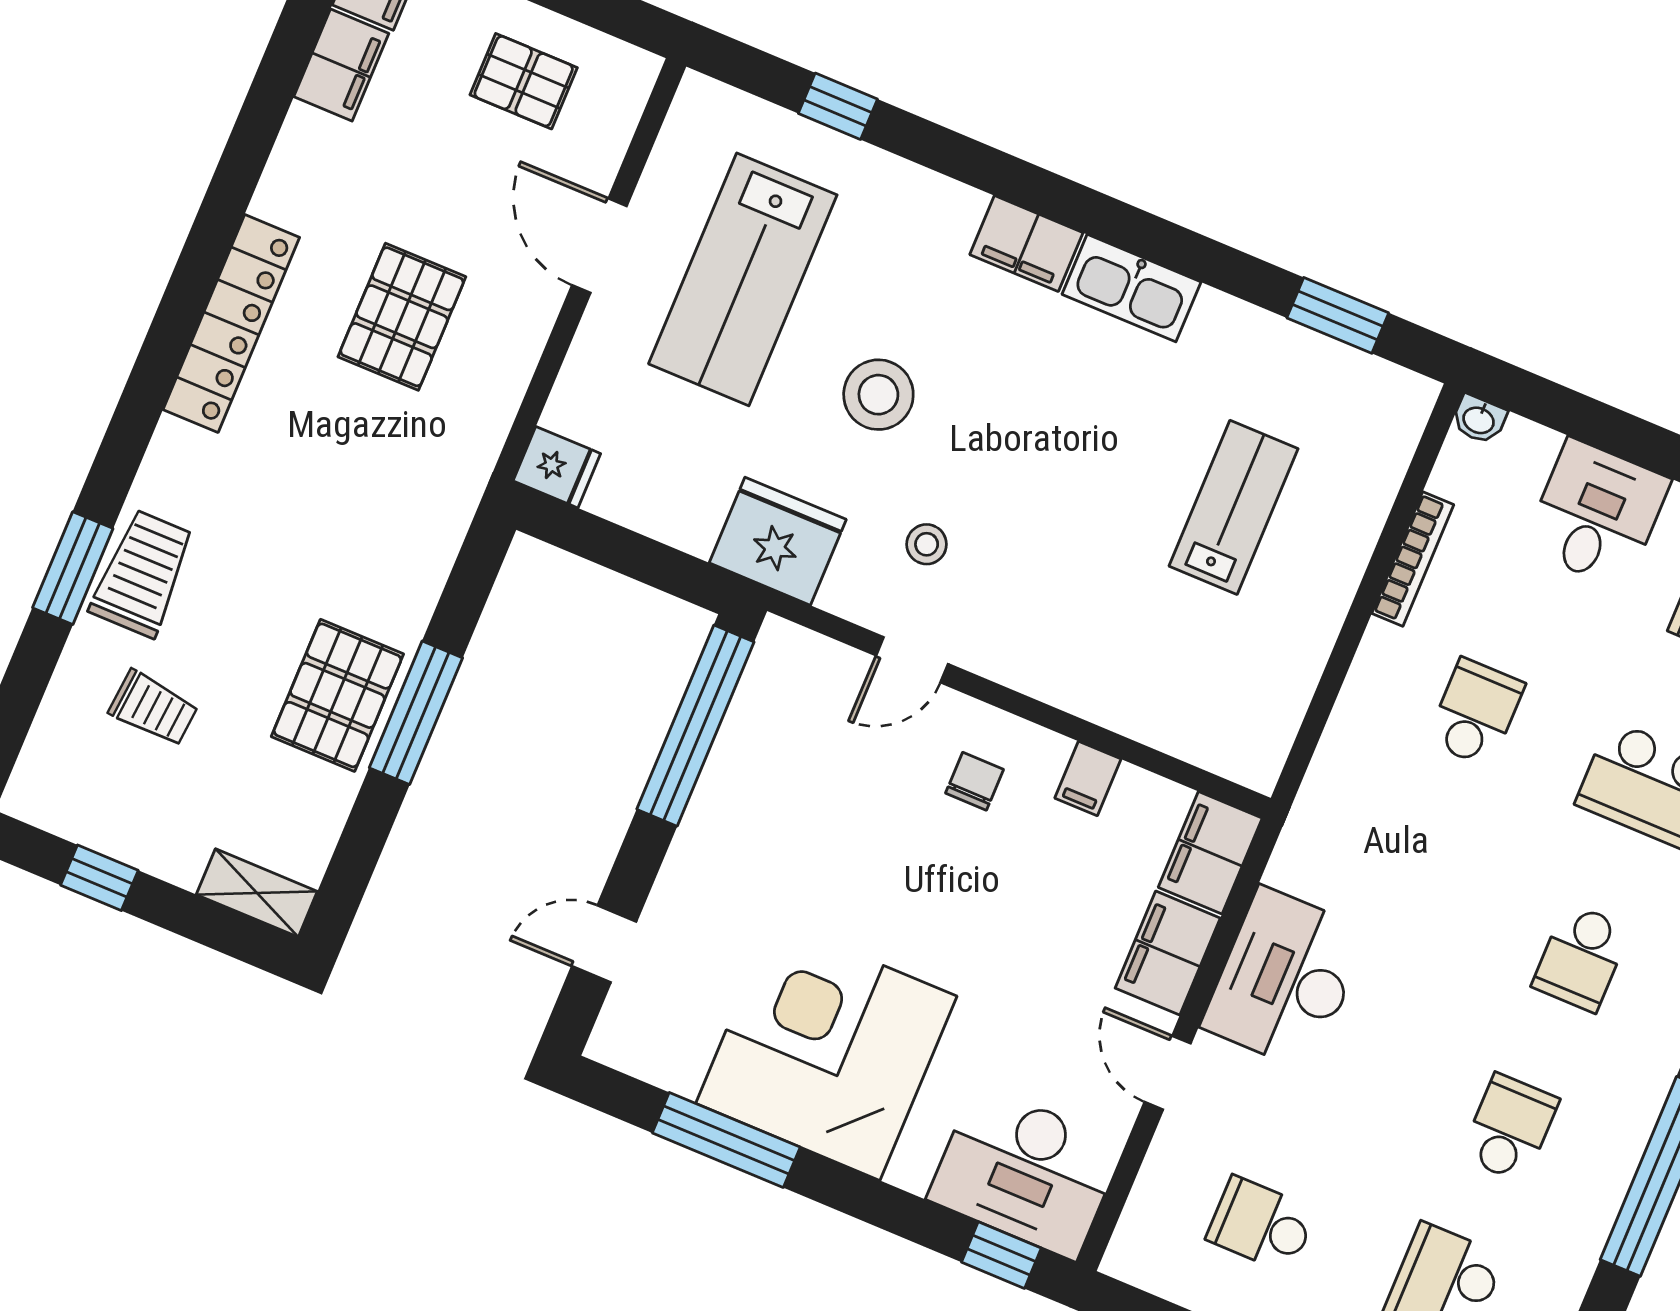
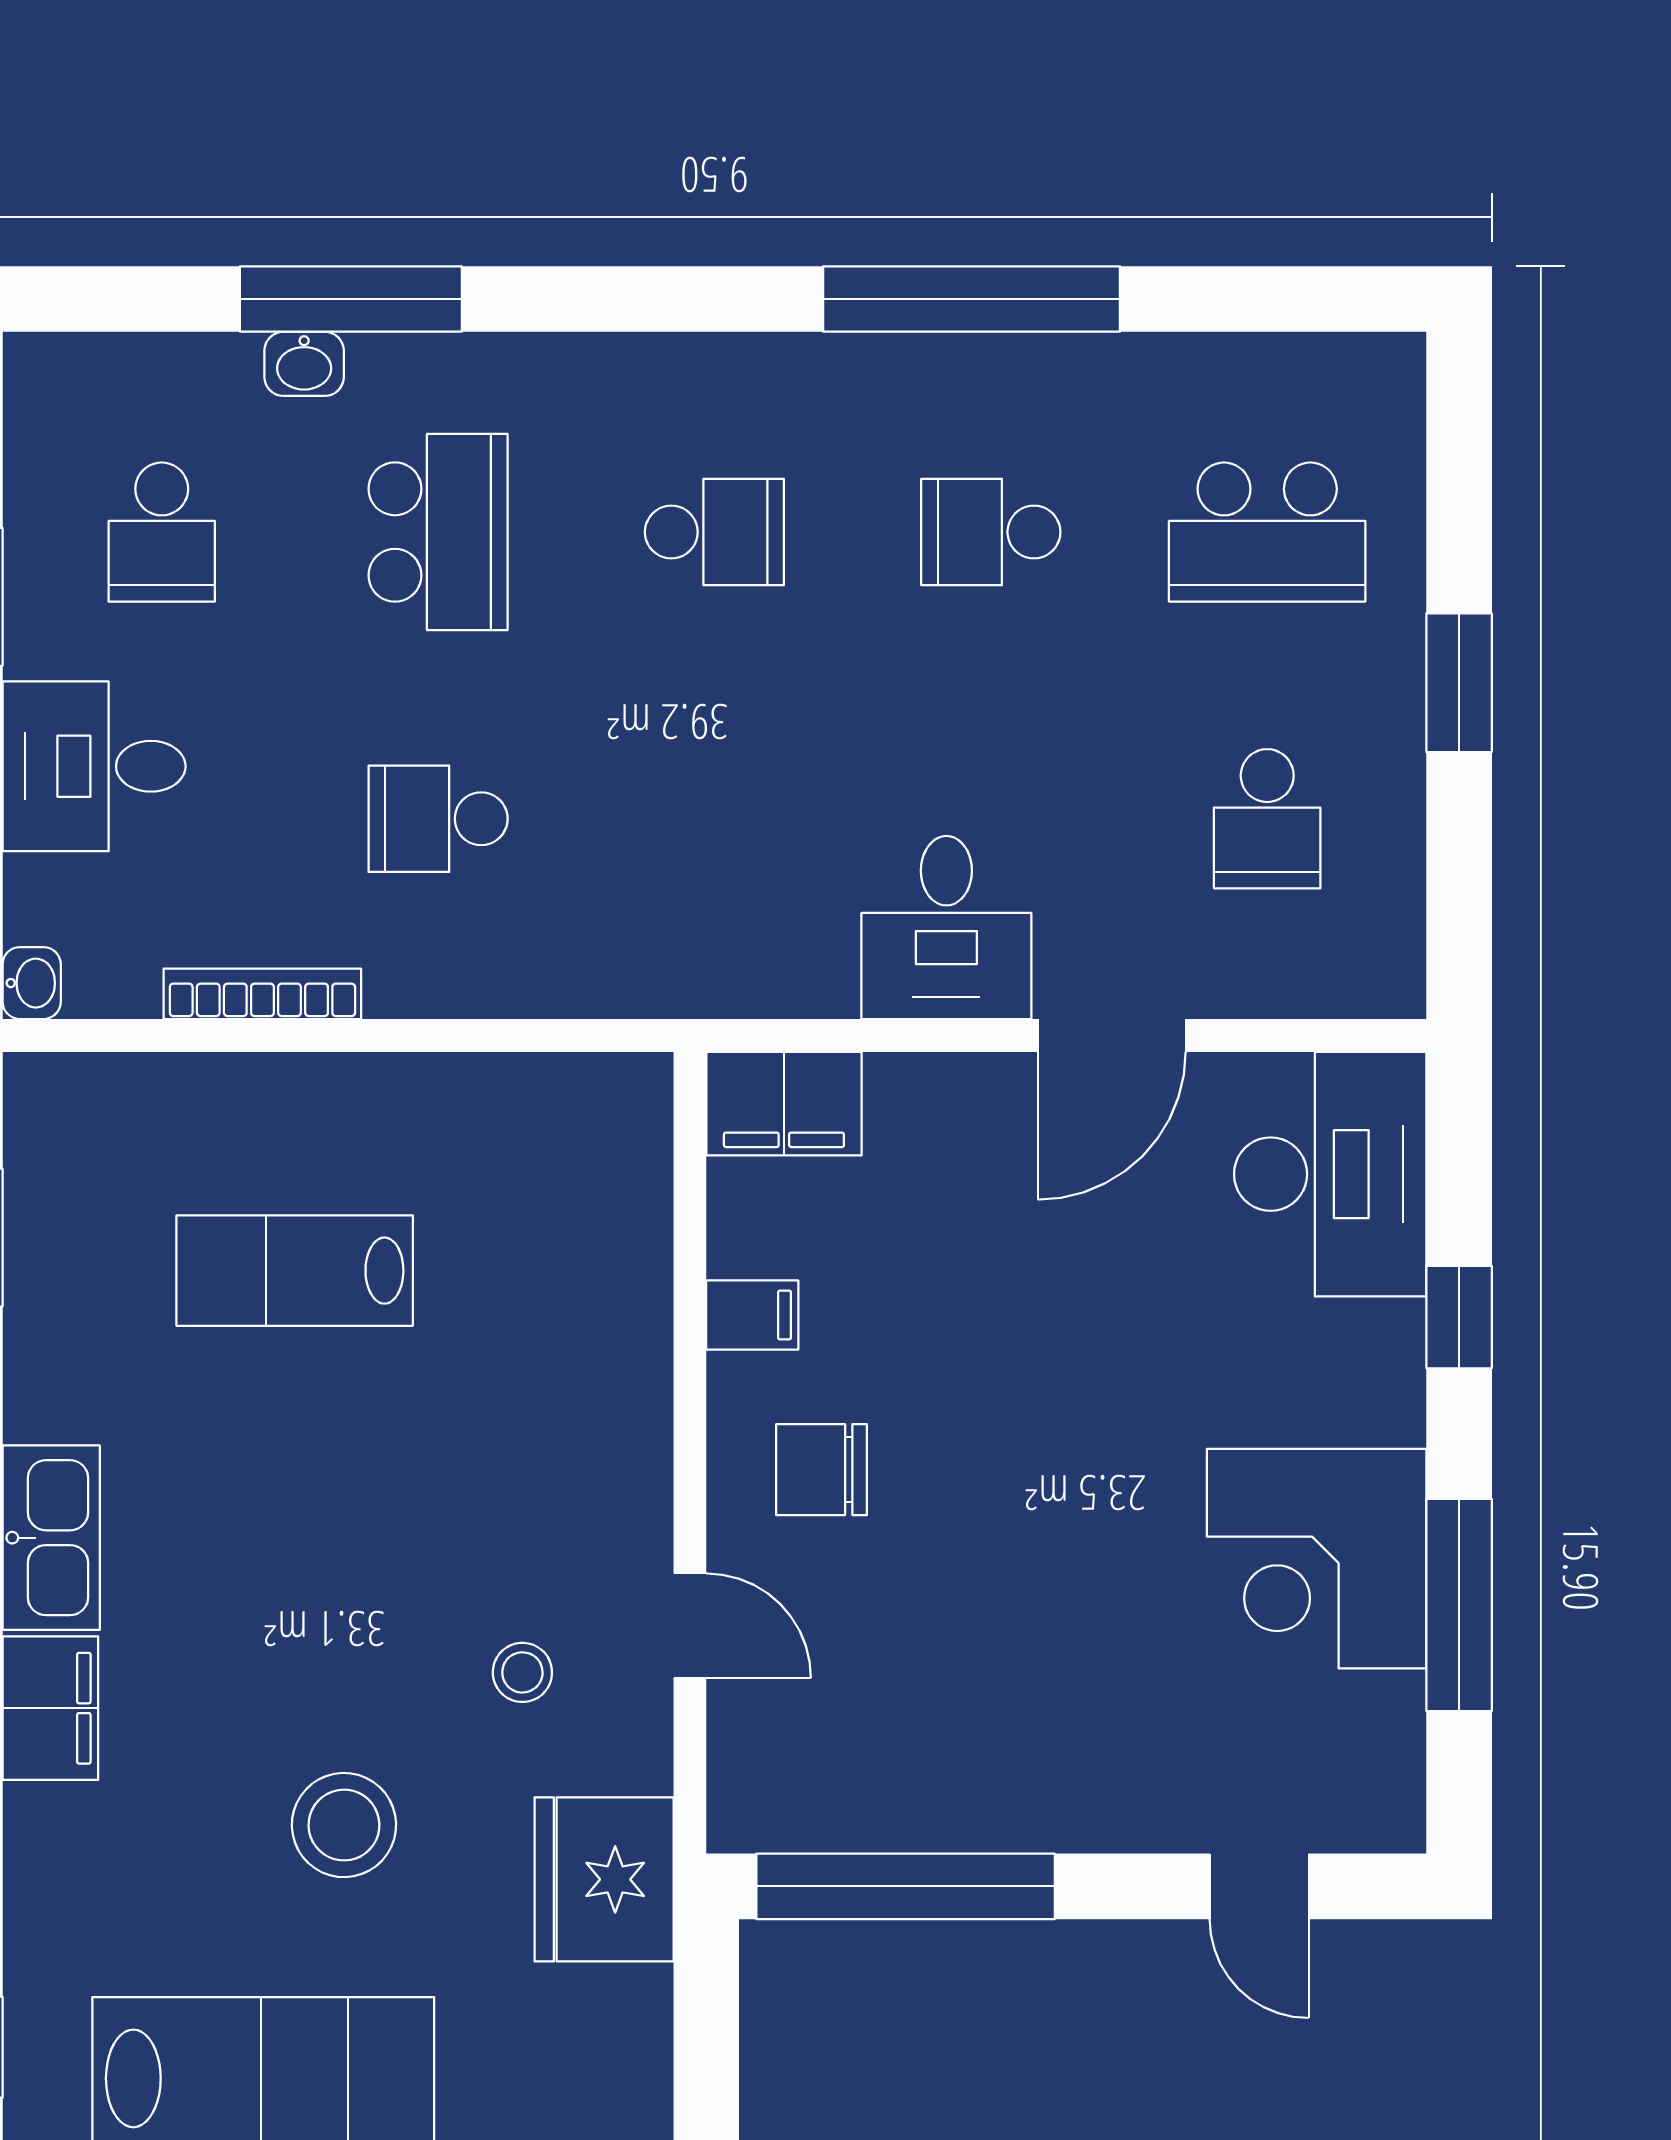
chair: (975, 781) -> (821, 1470), width x1.37, depth x1.37
filing cabinet: (1168, 953) -> (947, 1104), removed
desk: (1285, 979) -> (946, 927), width x0.73
corner desk: (826, 1050) -> (1317, 1559), width x0.74, depth x0.74
door: (1168, 1073) -> (1112, 1035), width x1.38
window: (1001, 1255) -> (1459, 1317), moved

